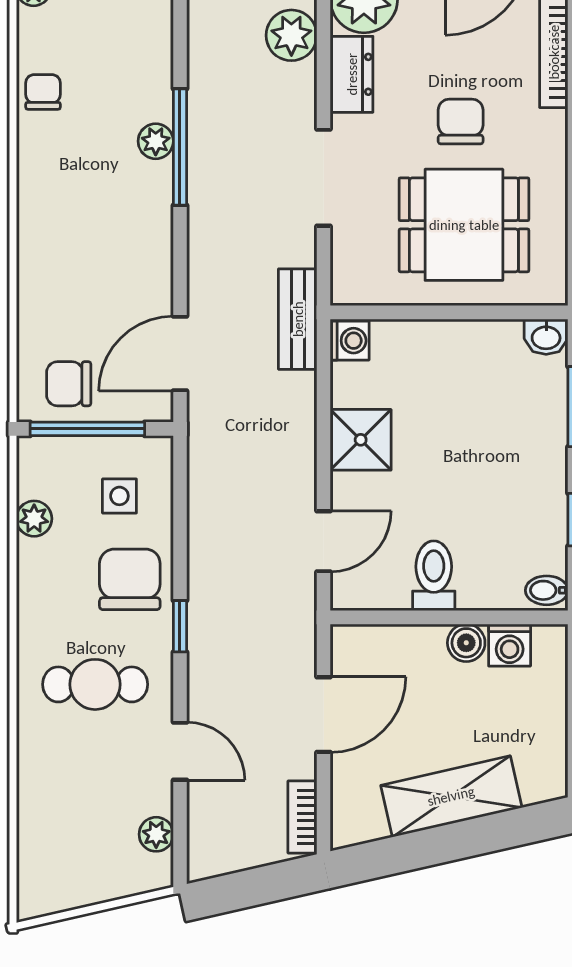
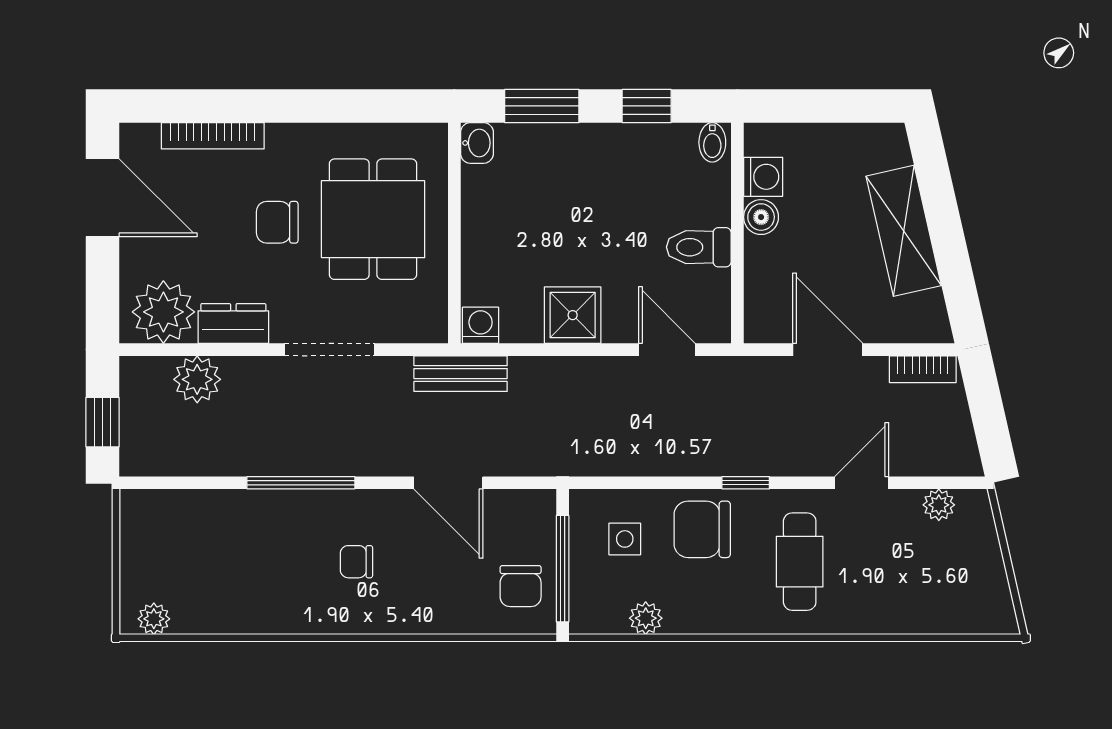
chair: (43, 92) -> (356, 562), moved
plant: (156, 141) -> (295, 505), removed
door: (180, 353) -> (448, 483), moved

